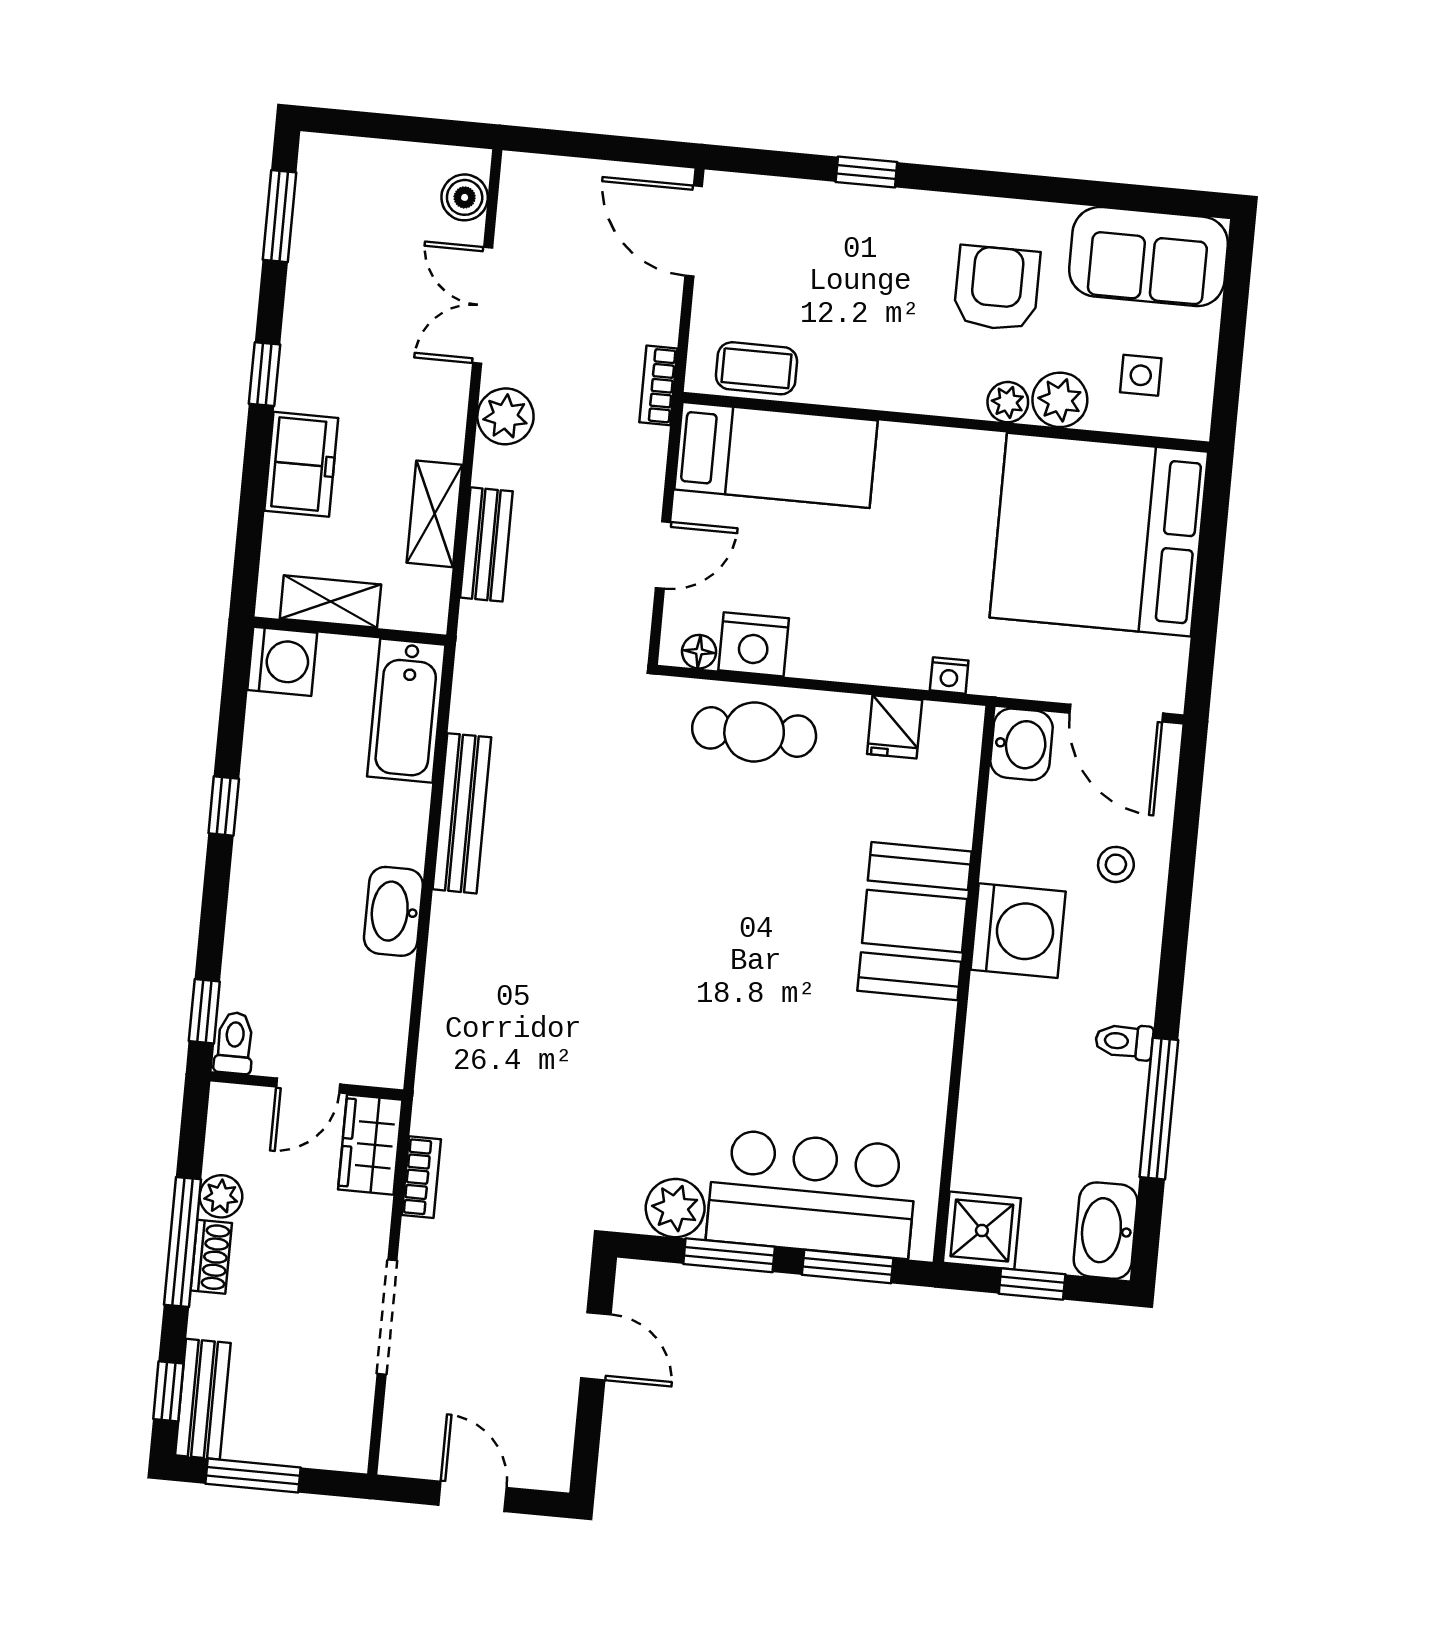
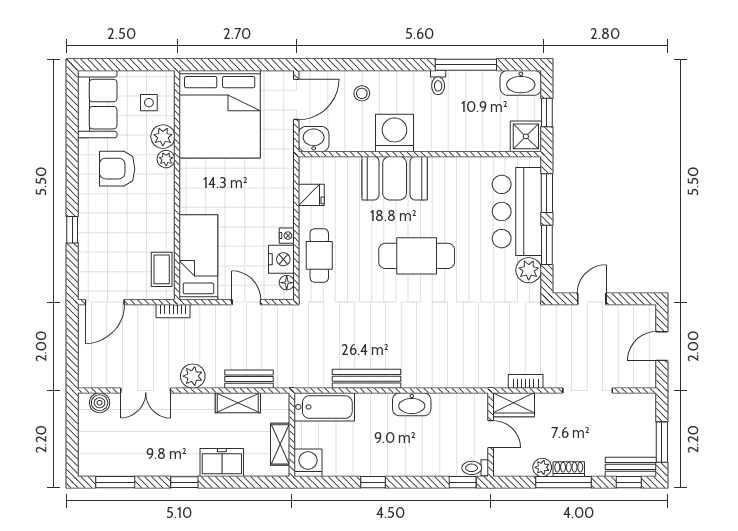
nightstand: (949, 675) -> (287, 236), moved
cafe table: (732, 955) -> (417, 256), added

